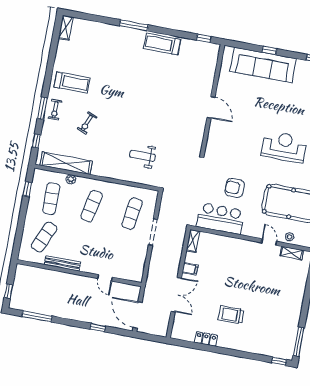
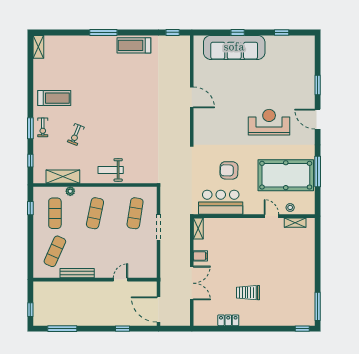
weight bench: (142, 156) -> (111, 170), moved
shelving: (66, 163) -> (63, 177), width x0.68
door: (105, 278) -> (121, 280), swing flipped

